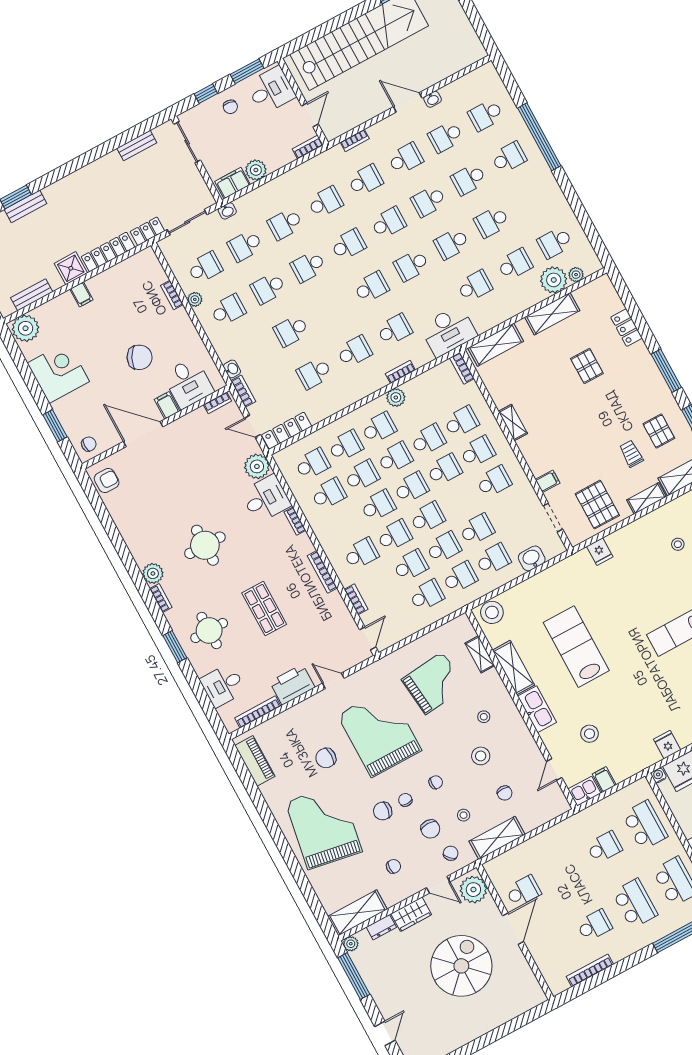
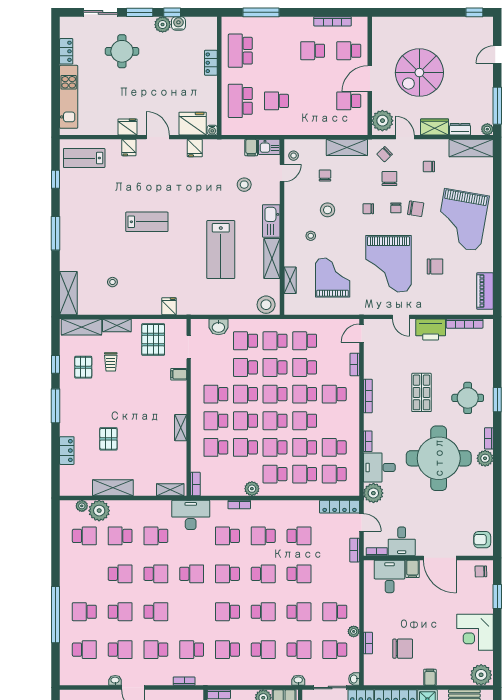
school desk: (388, 223) -> (263, 574), moved, turned 180
shelving: (496, 345) -> (170, 490), width x0.67, depth x0.75
chair: (140, 357) -> (403, 649), moved, turned 153
washbasin: (232, 369) -> (354, 679), moved
school desk: (461, 500) -> (245, 394), added
round table: (205, 545) -> (439, 458), width x1.86, depth x1.86
grand piano: (434, 683) -> (333, 278), turned 96
desk: (223, 685) -> (402, 541), moved, turned 90
stool: (464, 815) -> (294, 156), moved
school desk: (635, 903) -> (349, 51), moved, width x0.54

